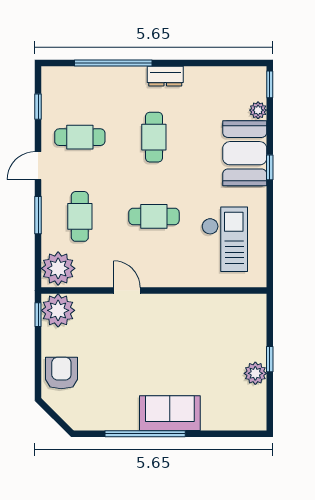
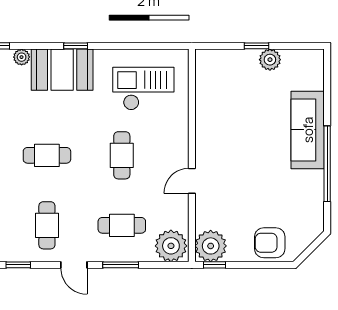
sofa: (170, 413) -> (308, 130), width x1.36

